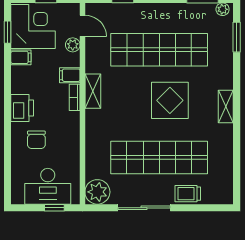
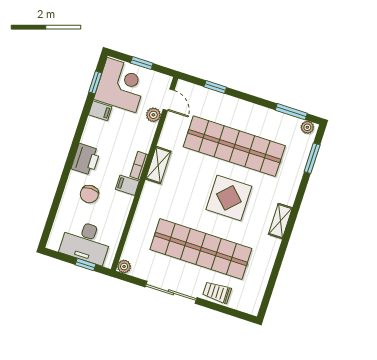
filing cabinet: (70, 75) -> (127, 185), moved
plant: (97, 192) -> (124, 266), width x0.53, depth x0.53

